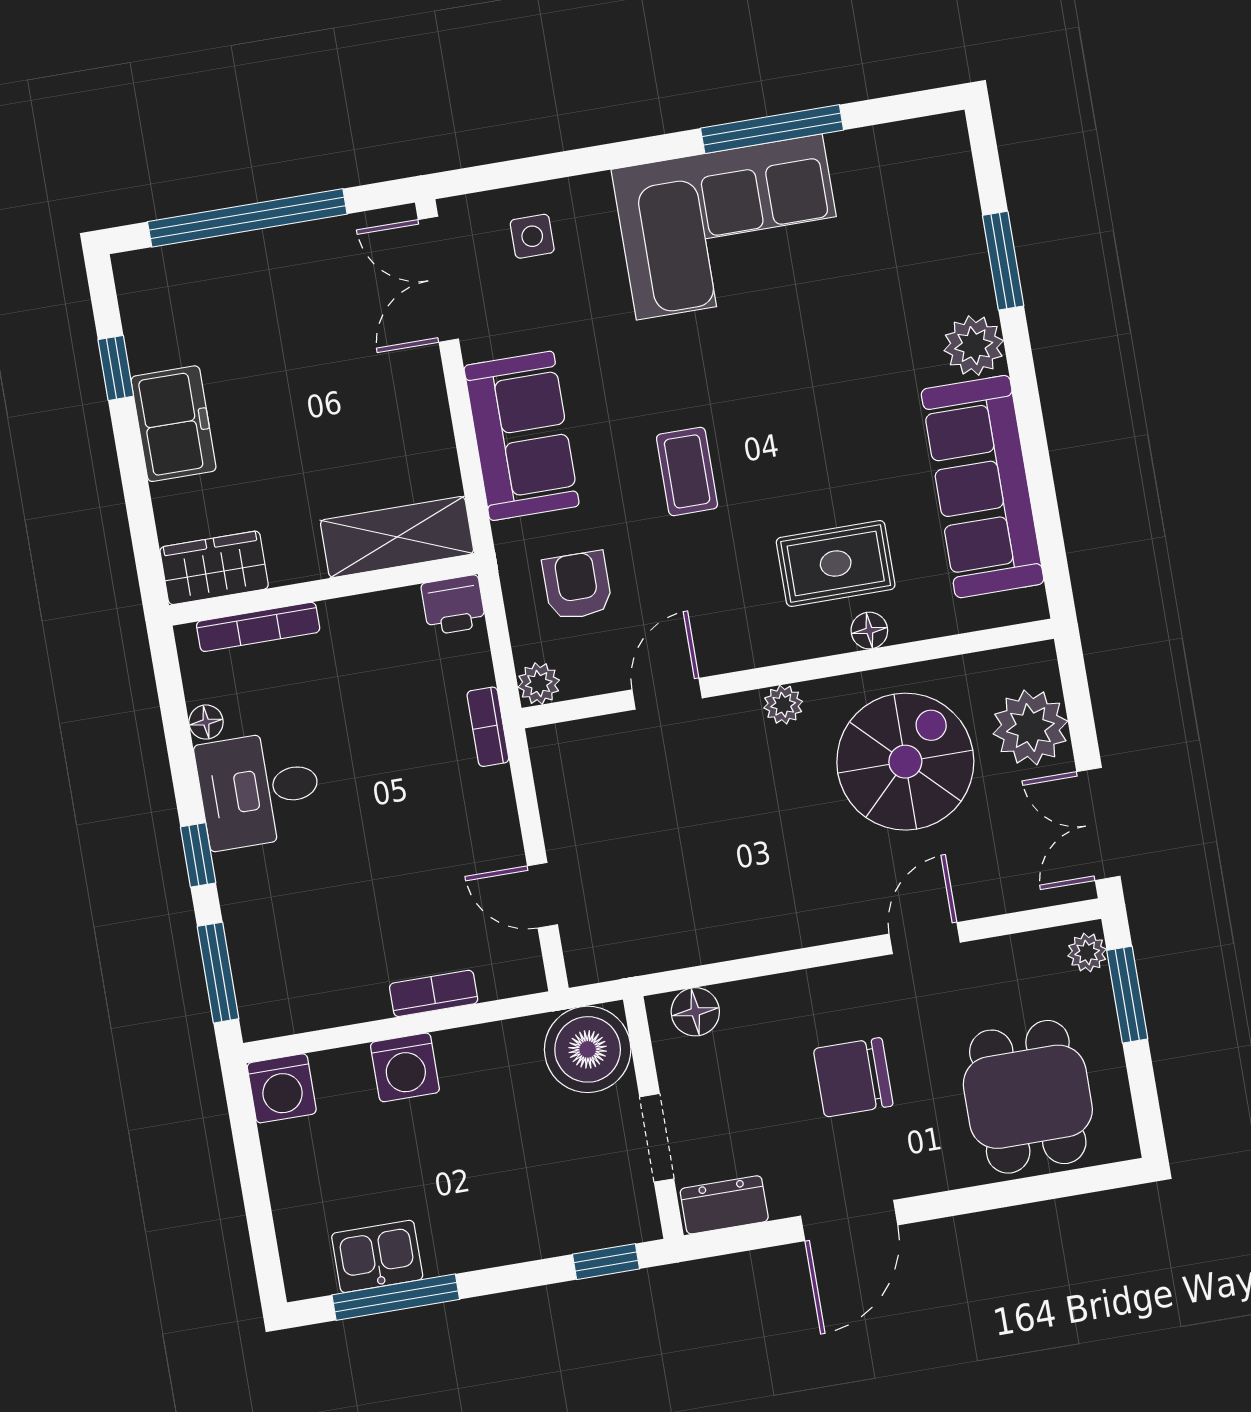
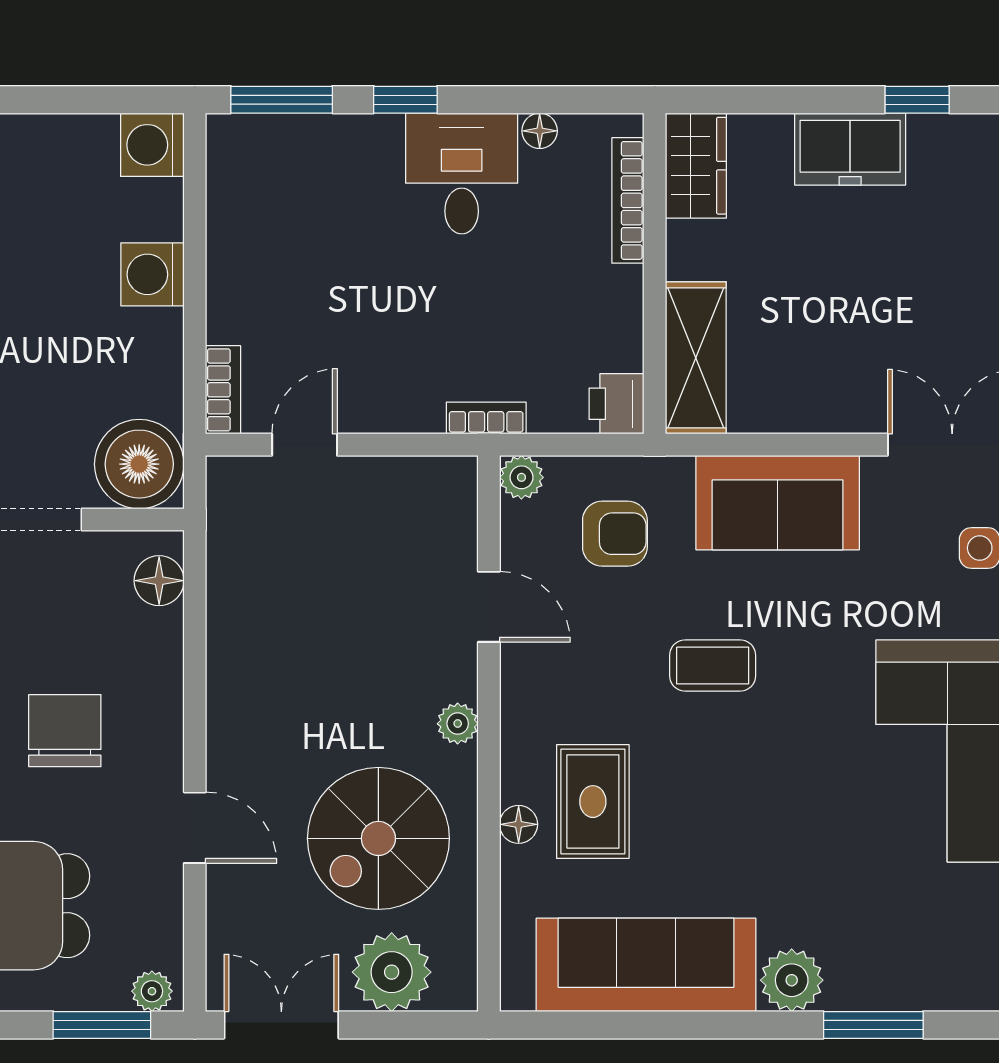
spiral stairs: (905, 762) -> (378, 838), turned 90
bookcase: (434, 993) -> (223, 390), moved

